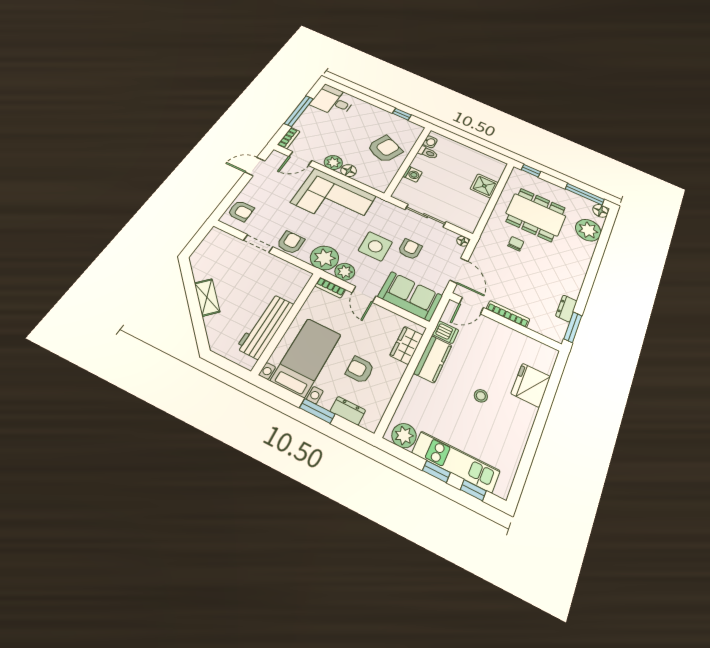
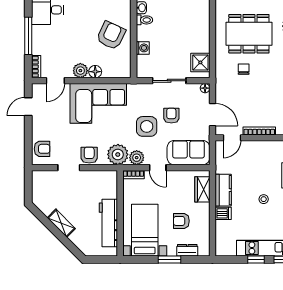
shower: (484, 186) -> (200, 62), moved
dishwasher: (446, 332) -> (223, 213), moved
plant: (404, 436) -> (228, 248), removed

